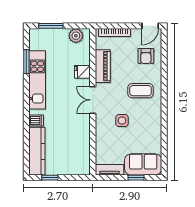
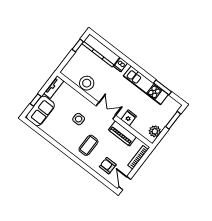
stool: (80, 140) -> (87, 83), added

